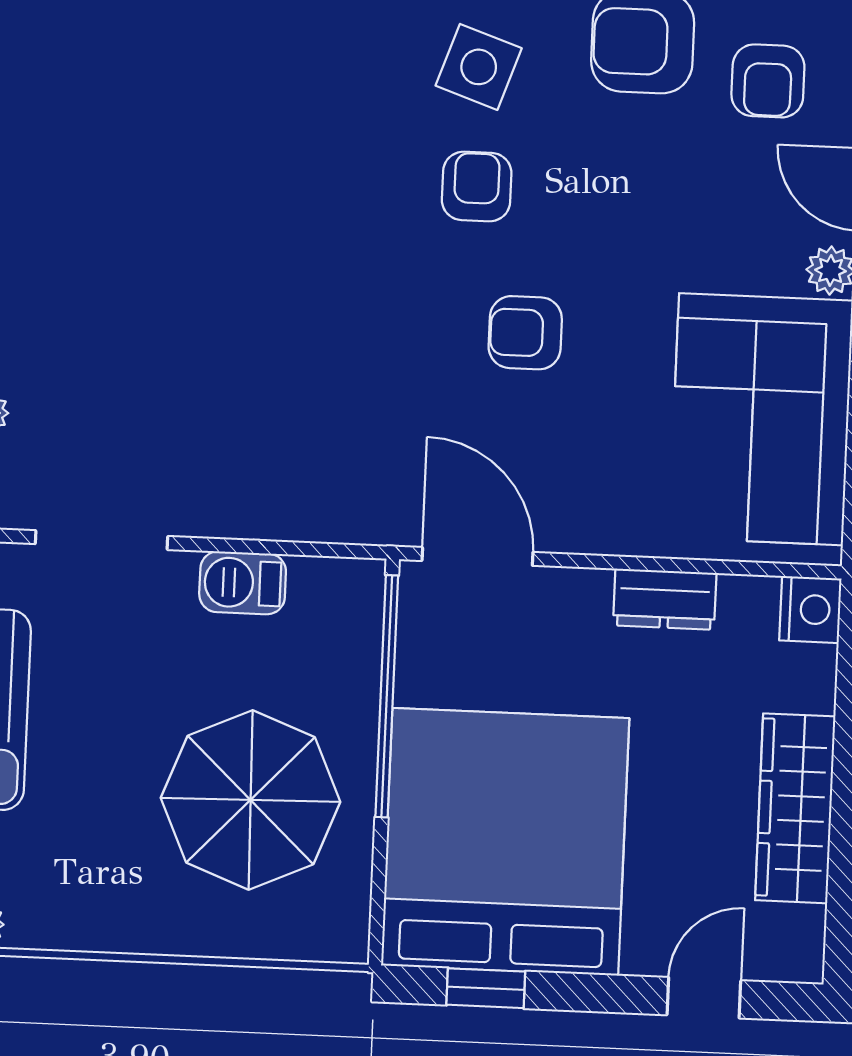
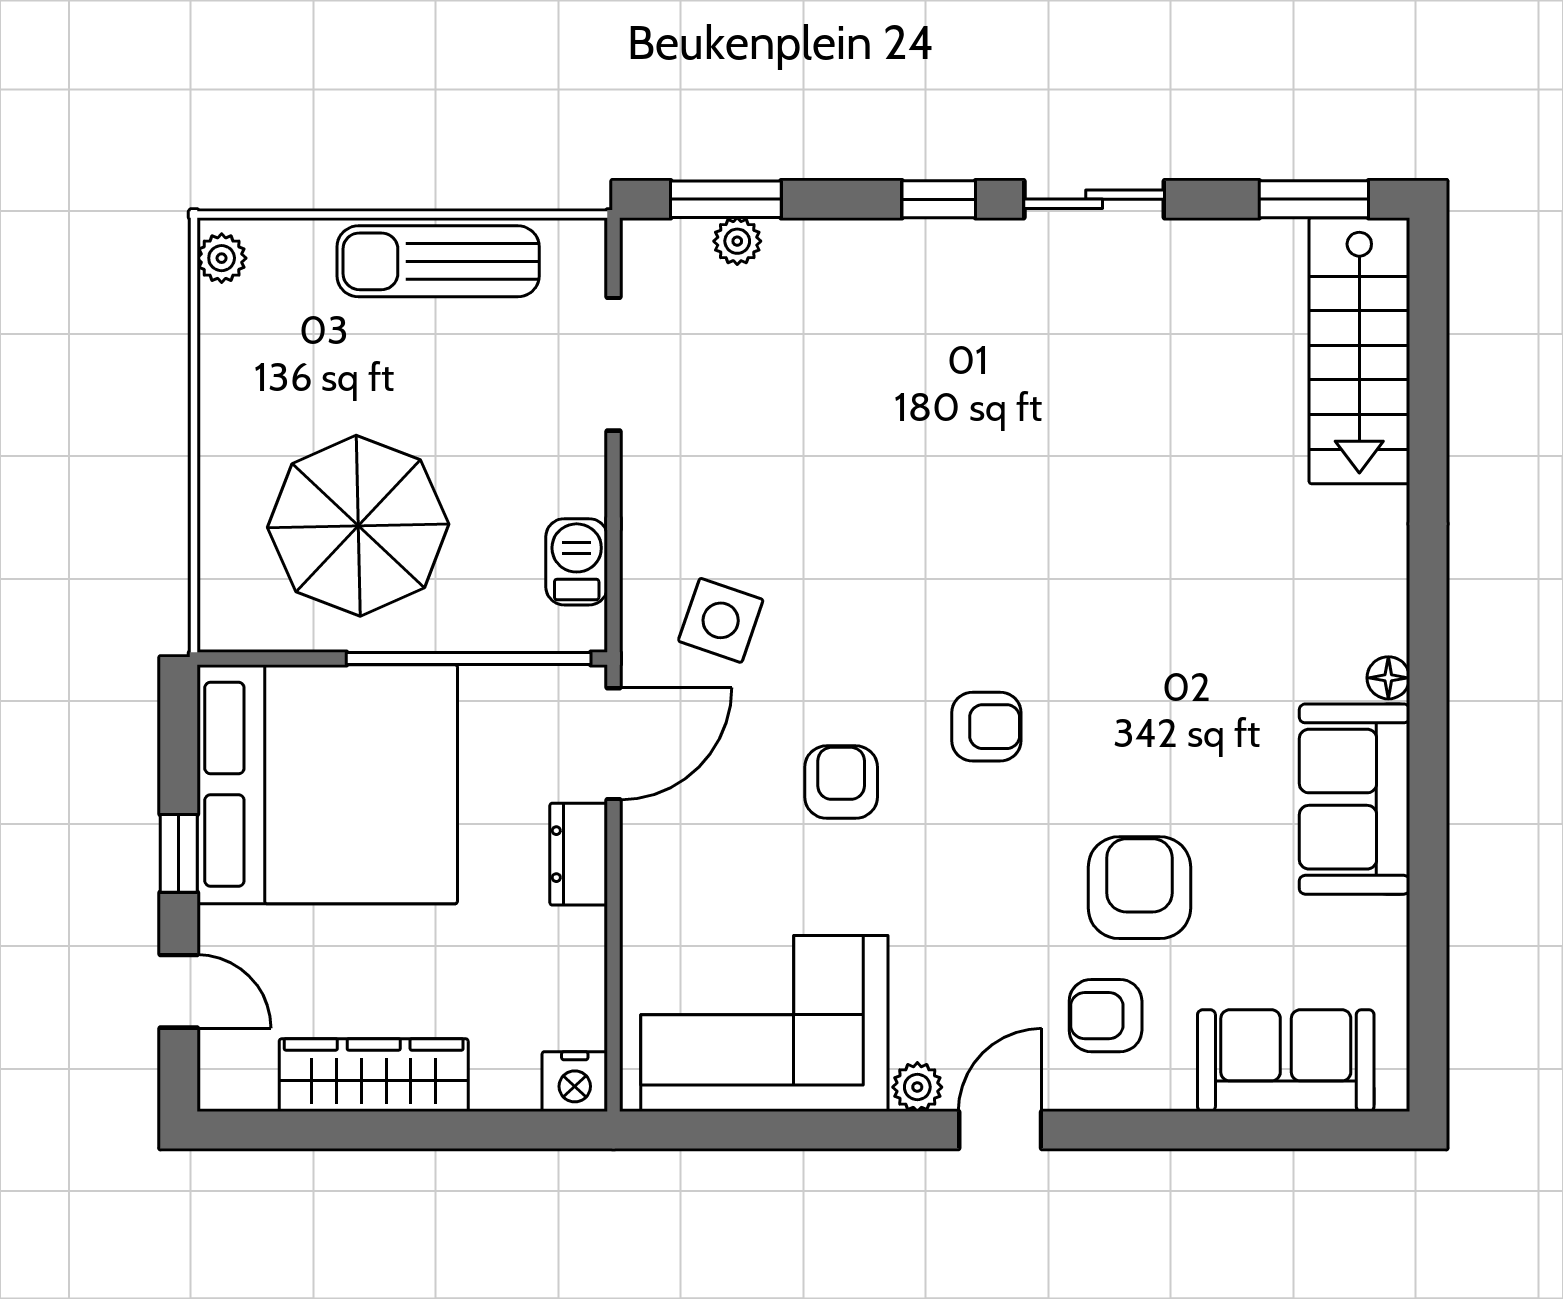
side table: (479, 67) -> (721, 620), moved
barbecue: (243, 583) -> (577, 562), moved
dresser: (665, 599) -> (579, 854), moved
window: (486, 988) -> (179, 853), moved

